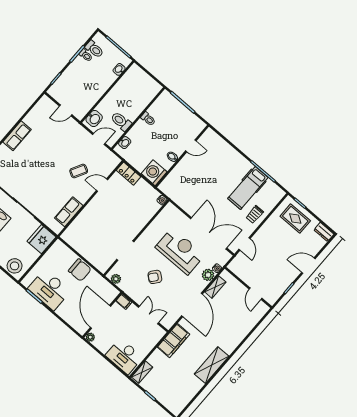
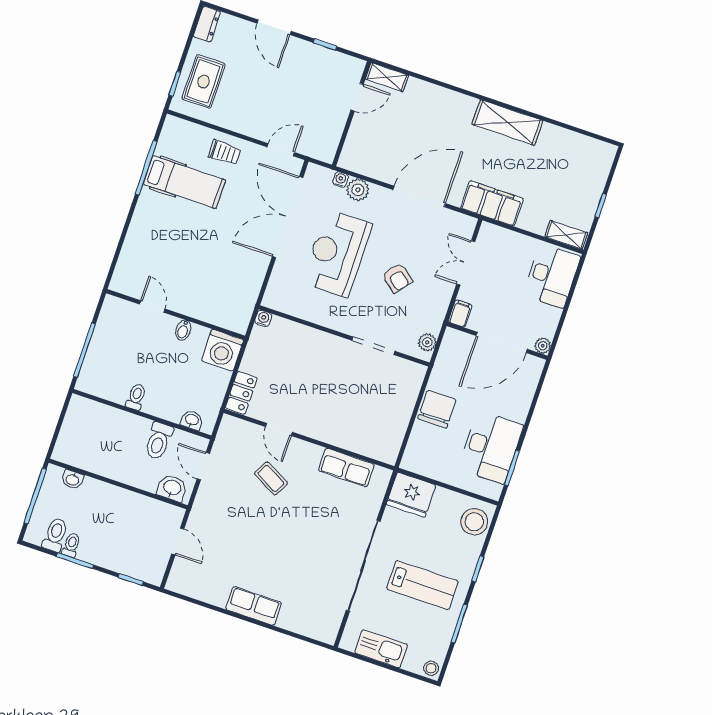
shelving: (215, 287) -> (387, 77), moved

